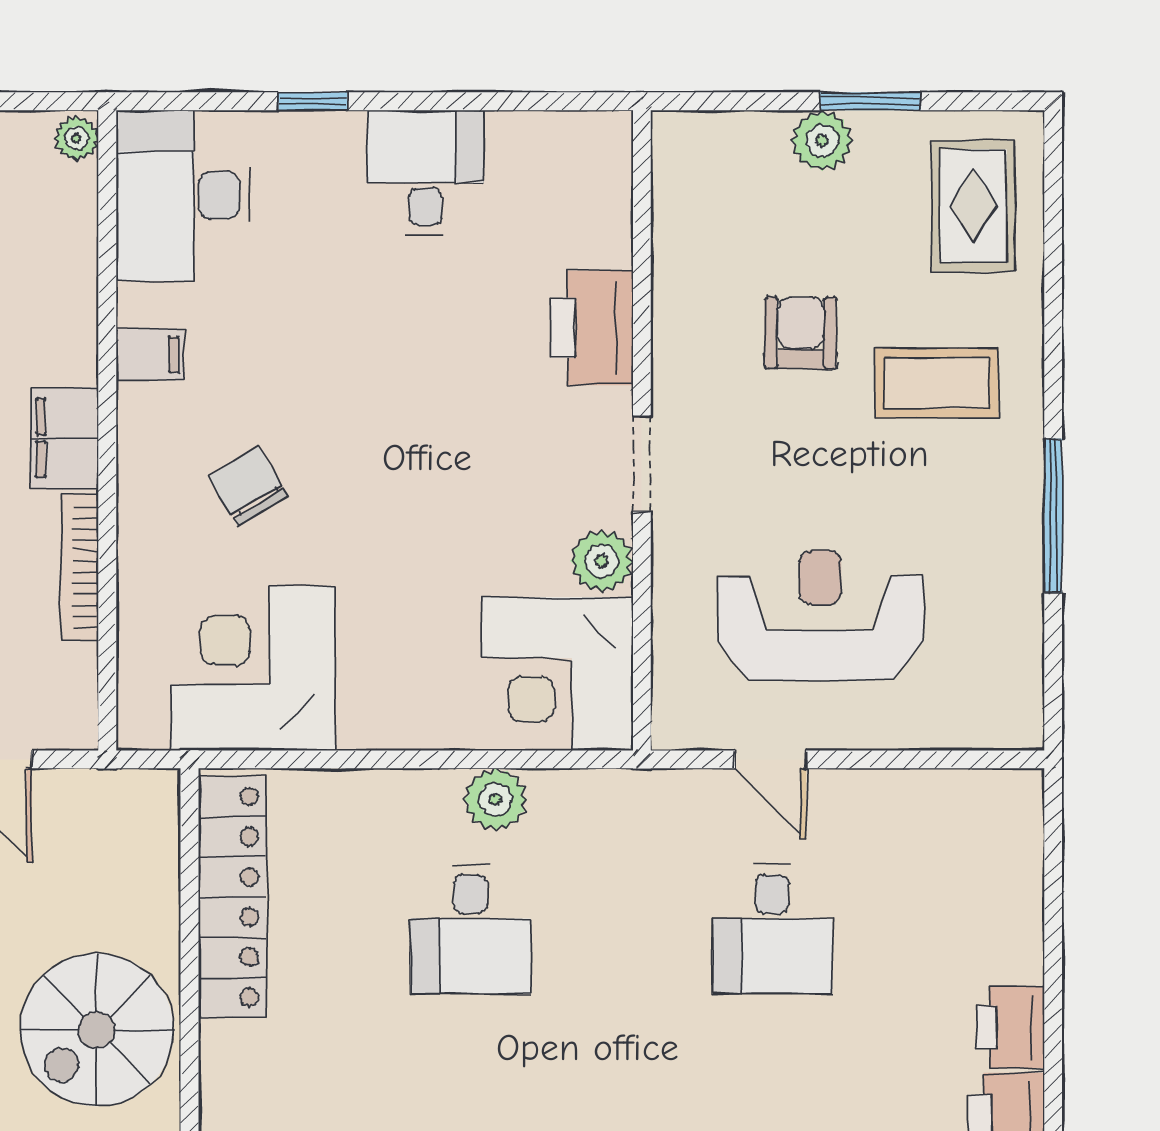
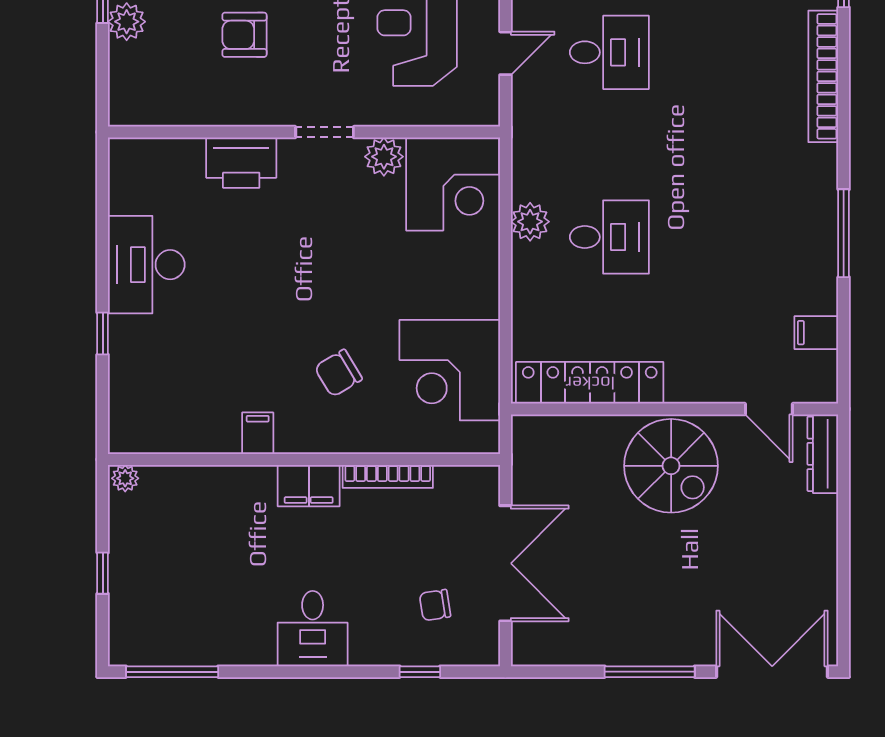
desk: (425, 173) -> (146, 265), width x1.37
desk: (183, 195) -> (160, 413), removed

